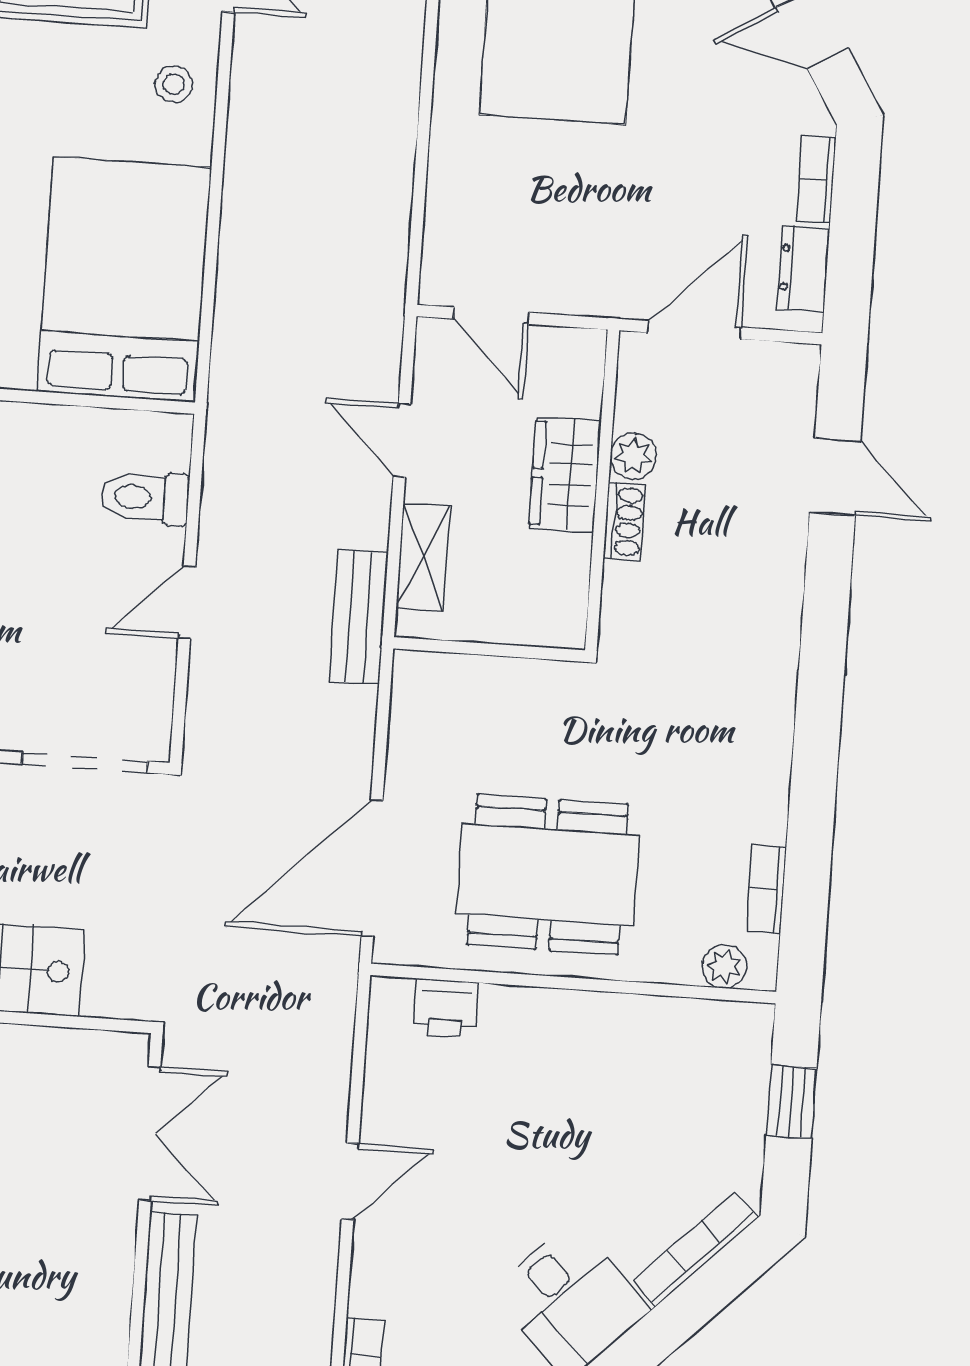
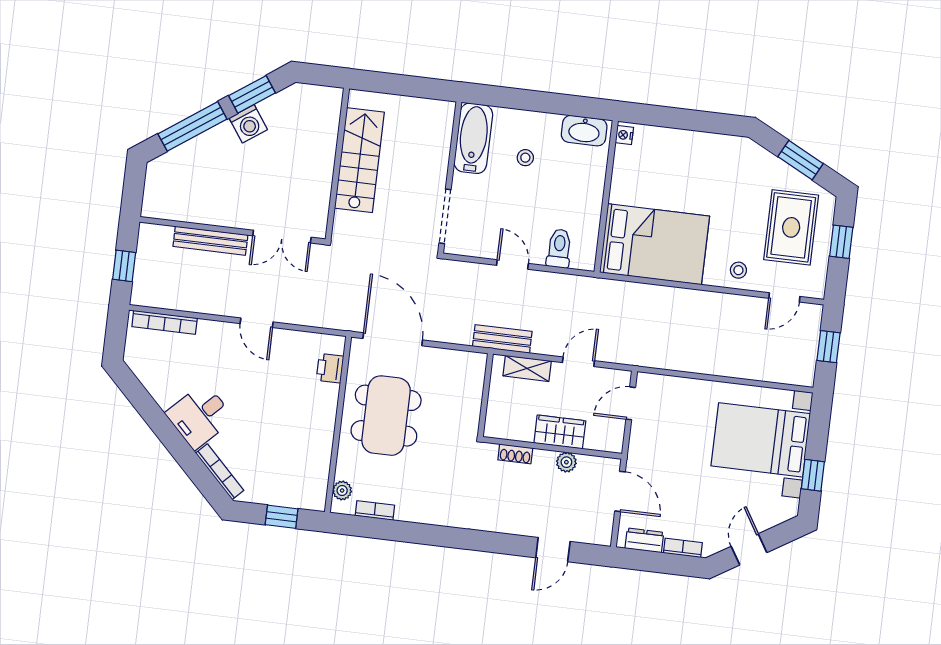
shoe rack: (624, 521) -> (515, 454), moved

